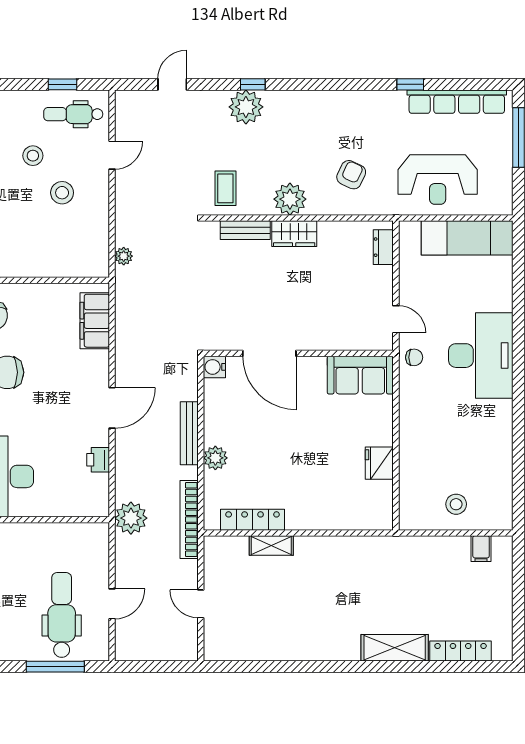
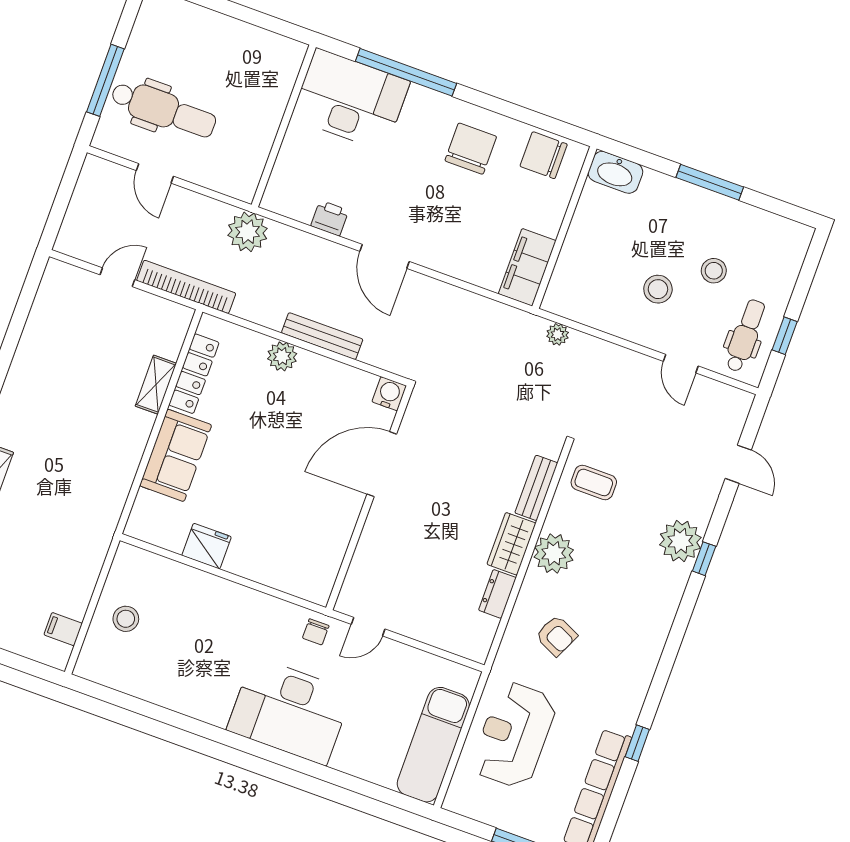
dresser: (383, 247) -> (497, 594), moved, turned -90
filing cabinet: (95, 321) -> (527, 267), moved, turned -90
sofa: (360, 375) -> (176, 455), moved, turned 180
bookcase: (189, 520) -> (186, 287), moved

